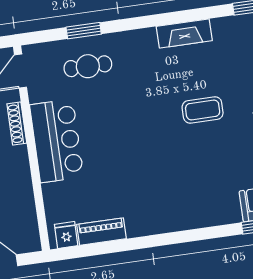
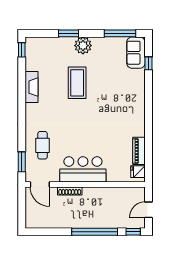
window: (84, 31) -> (22, 162), moved
coffee table: (203, 110) -> (77, 83), width x1.36, depth x1.32

